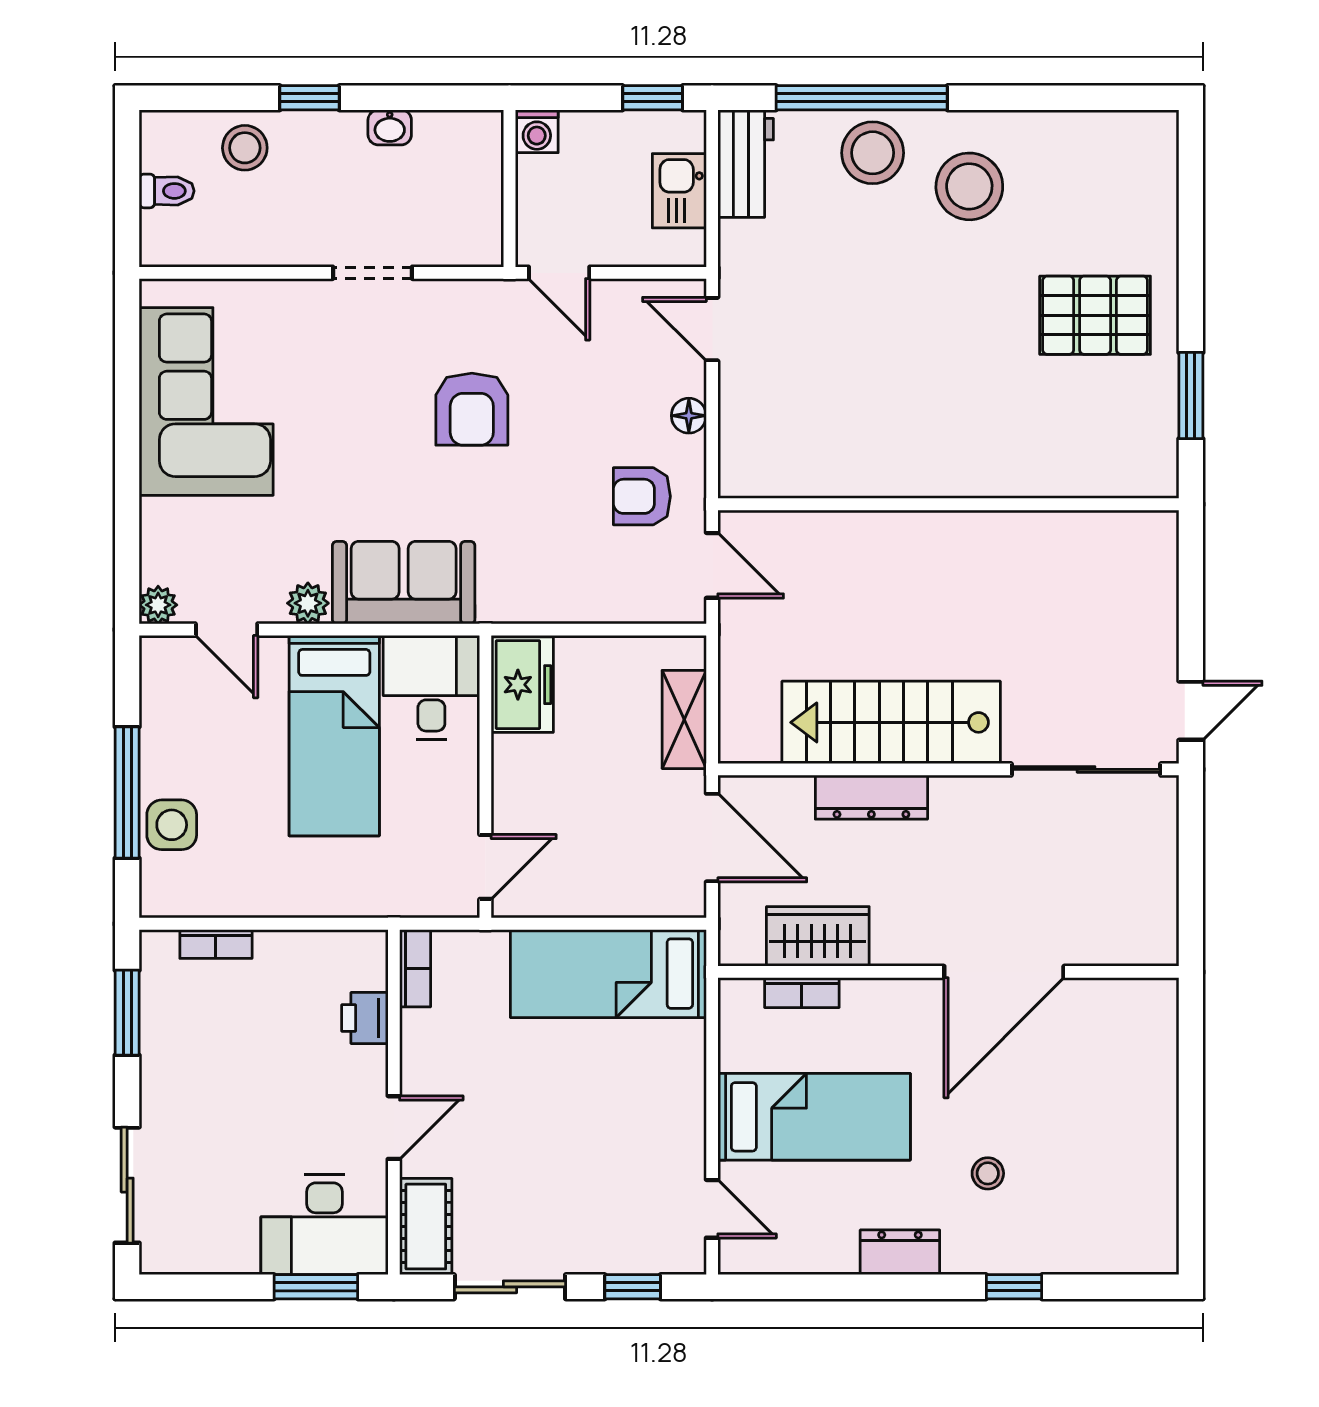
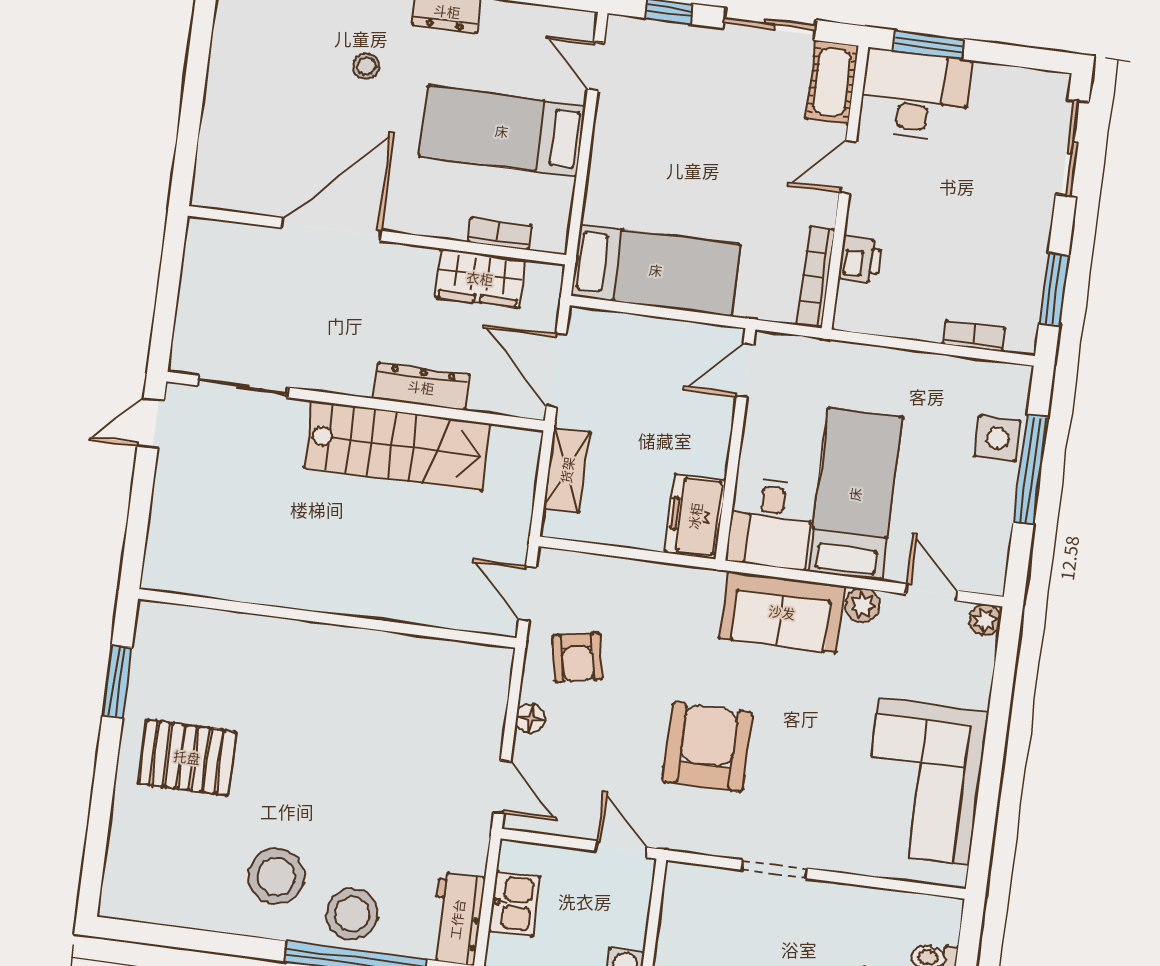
armchair: (472, 409) -> (707, 747), width x1.36, depth x1.36
armchair: (642, 496) -> (577, 657), turned 79
sliding door: (1086, 769) -> (243, 386), width x0.73
bookcase: (415, 968) -> (816, 277), width x1.56

